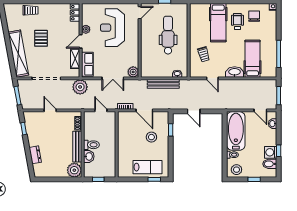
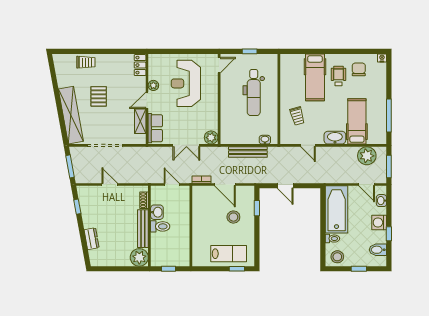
dental chair: (168, 35) -> (254, 92), turned 180
plant: (80, 87) -> (367, 156), moved
washing machine: (271, 152) -> (379, 222), moved
washbasin: (89, 156) -> (157, 212), moved

